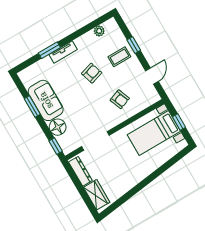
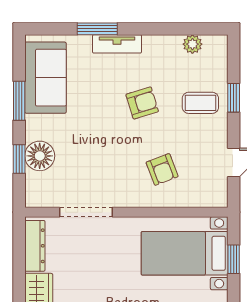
sofa: (46, 100) -> (45, 78), moved
window: (56, 146) -> (19, 159), moved

